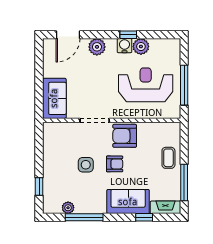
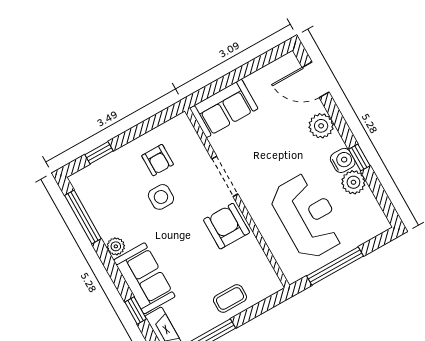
armchair: (115, 164) -> (158, 160), moved
plant: (68, 208) -> (116, 246), moved
window: (84, 217) -> (83, 217), moved

